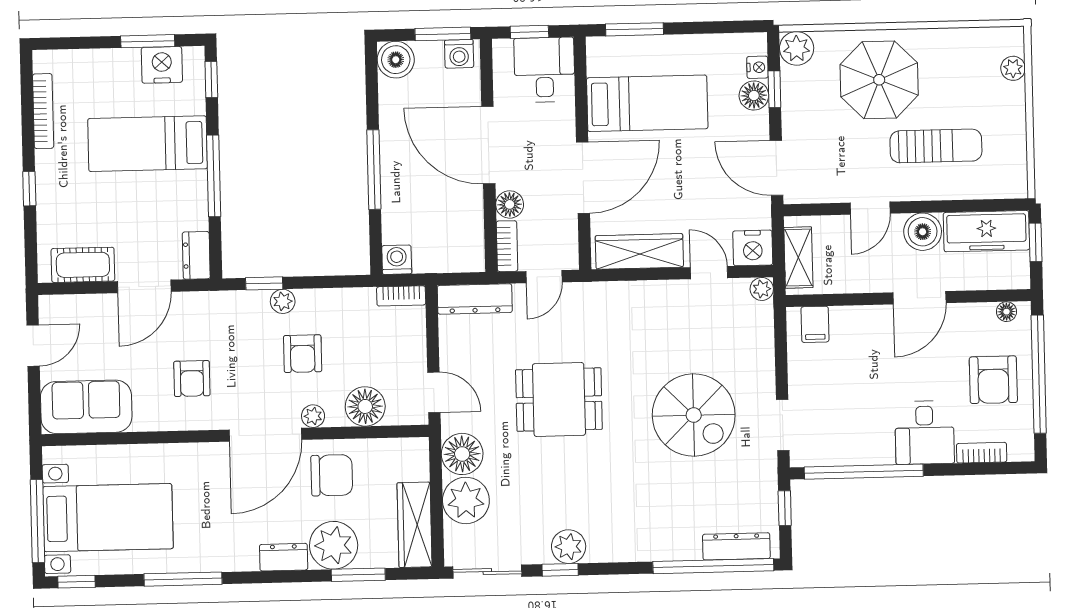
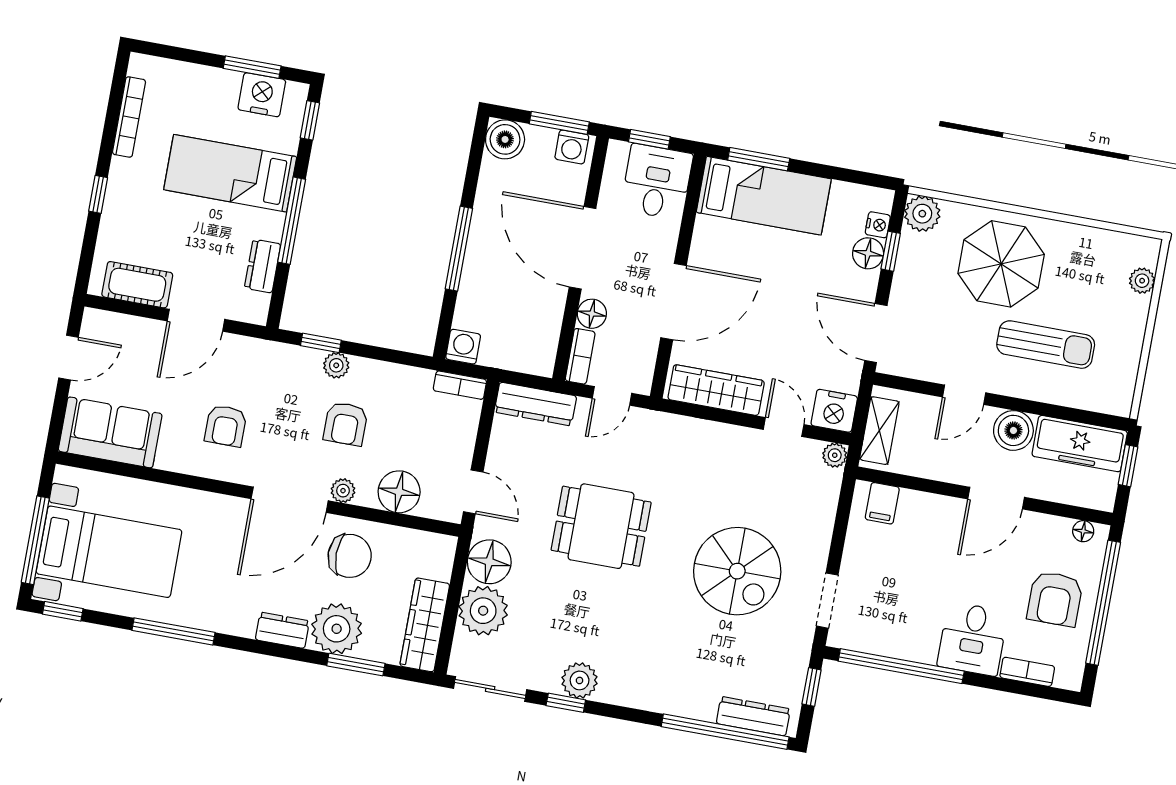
bed: (647, 103) -> (764, 196), moved
dresser: (196, 255) -> (263, 266), moved

